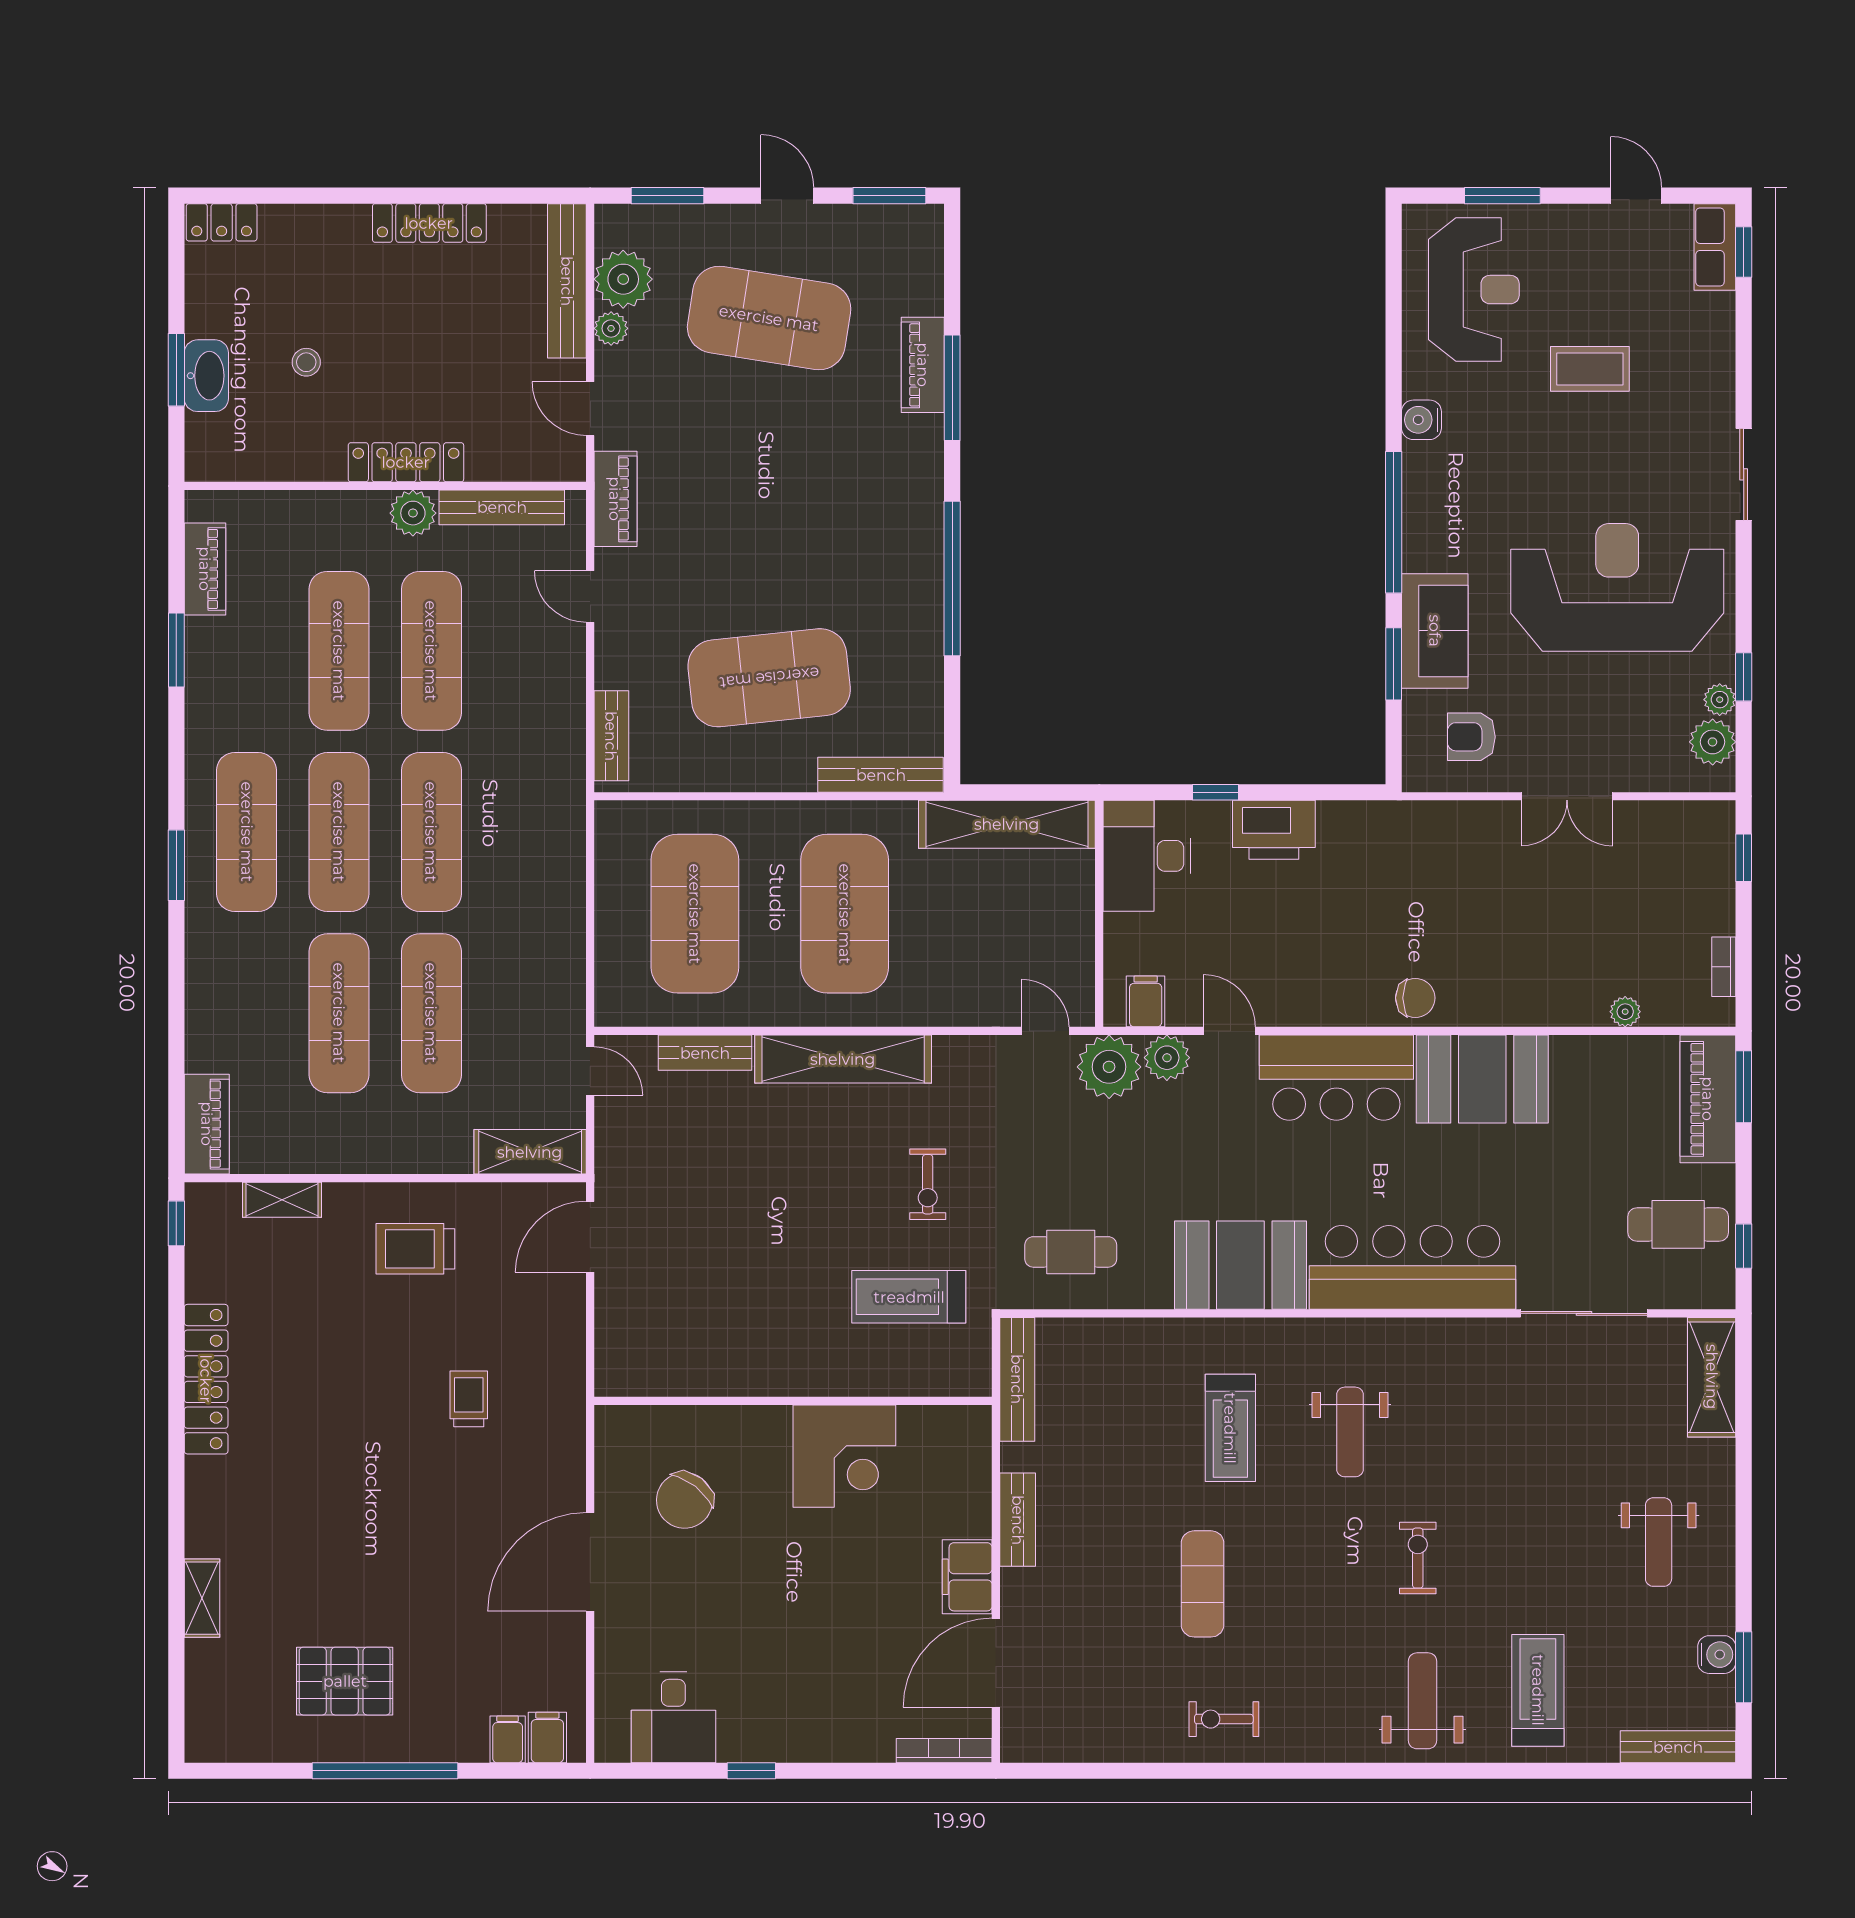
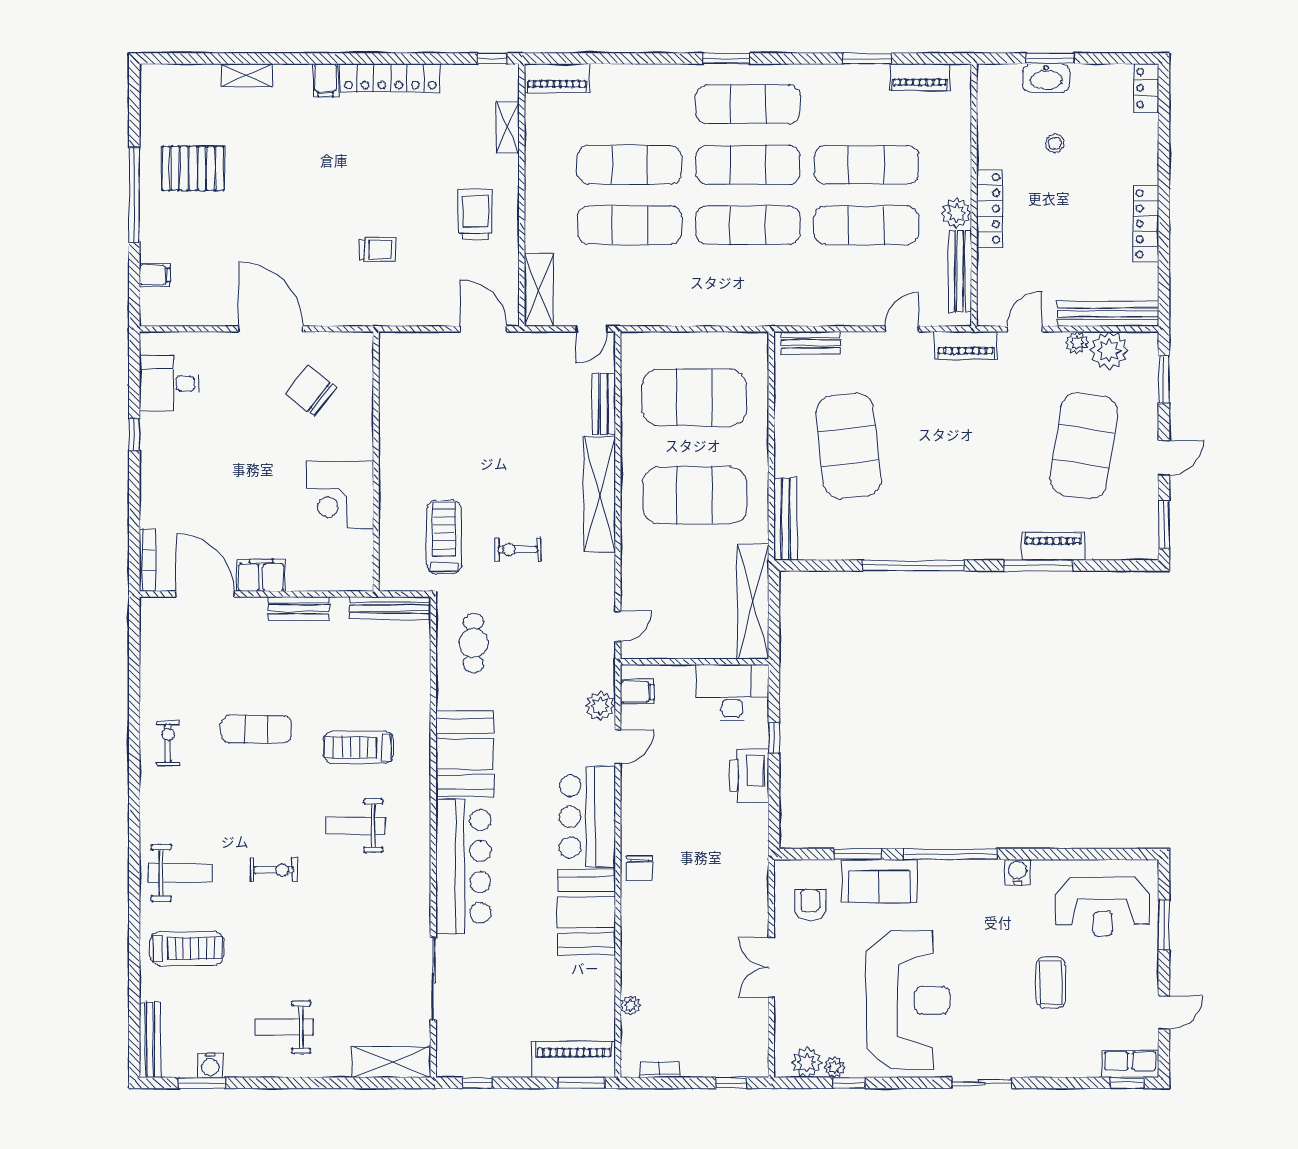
plant: (1109, 1067) -> (594, 668), removed
cafe table: (1678, 1224) -> (491, 1040), removed
pallet: (345, 1681) -> (193, 168), turned 90
filing cabinet: (547, 1738) -> (325, 80), moved, turned 90

